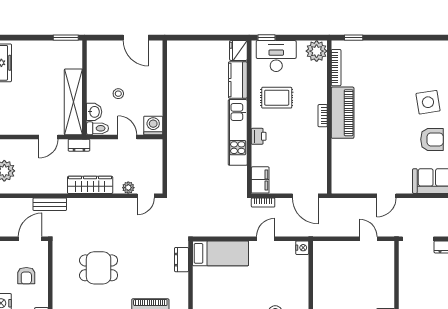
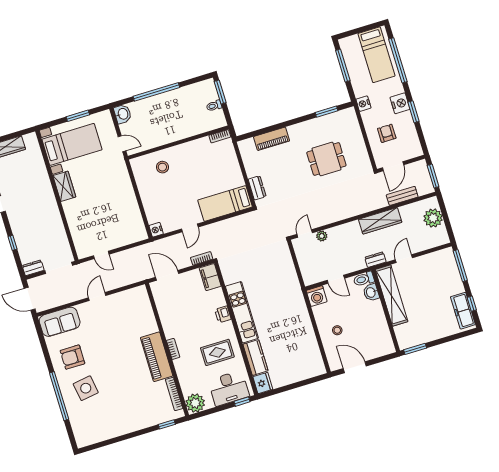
stool: (118, 94) -> (337, 330), moved
wardrobe: (90, 185) -> (380, 221), moved
bench: (50, 204) -> (402, 196), moved

